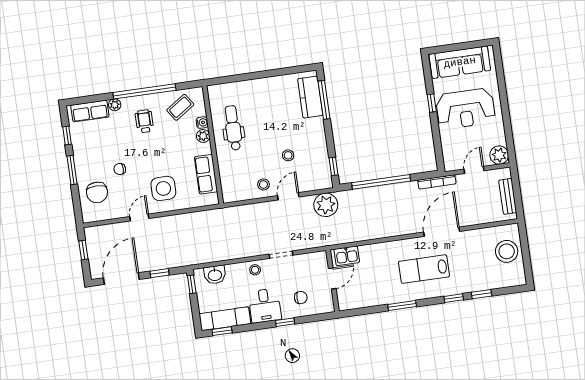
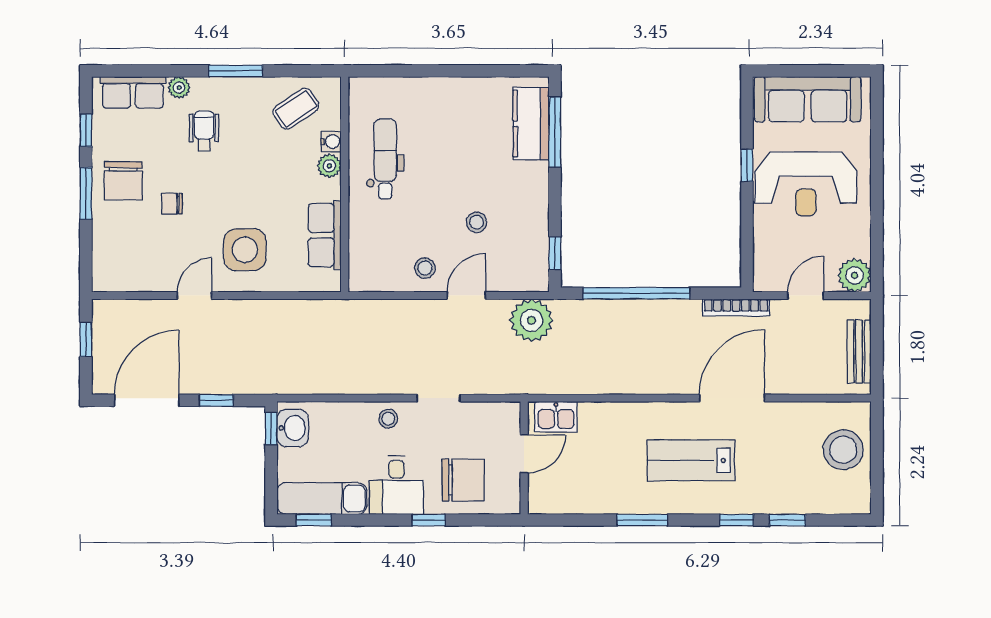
window: (144, 91) -> (236, 71), width x0.47
wheelchair: (144, 121) -> (204, 131), moved
chair: (97, 192) -> (123, 181), moved
washbasin: (215, 275) -> (293, 428), moved, turned -90
chair: (301, 298) -> (463, 480), width x1.87, depth x1.87

